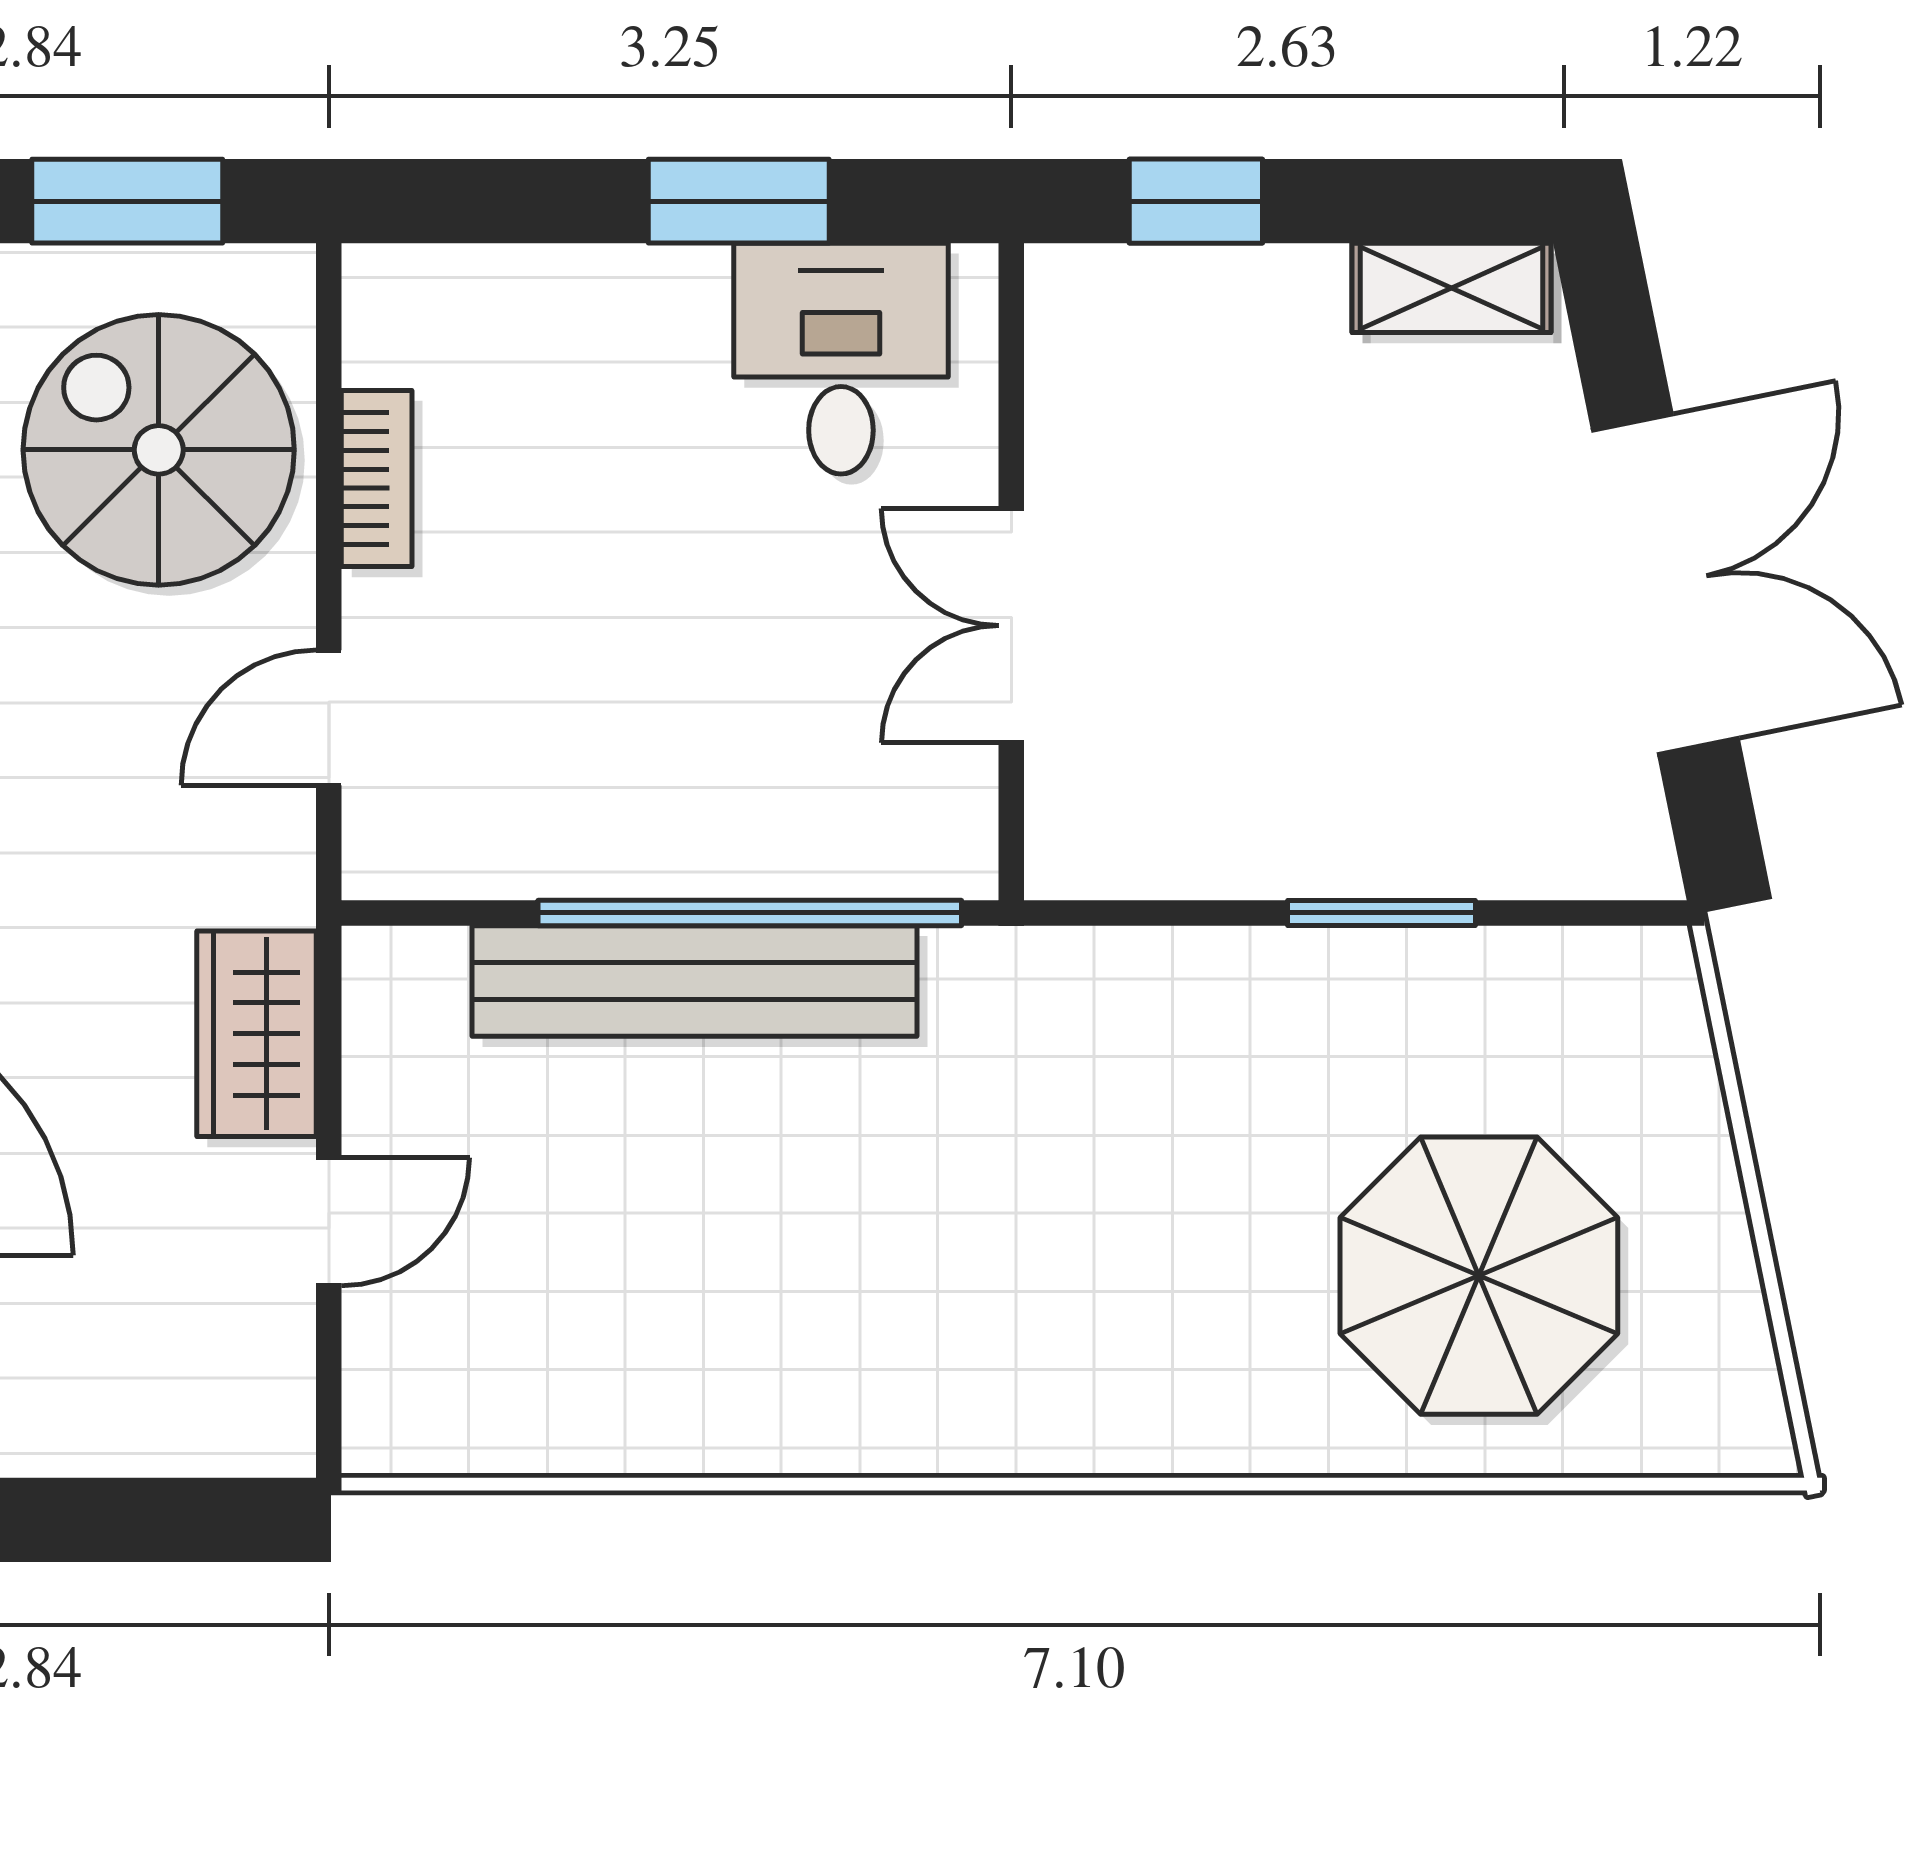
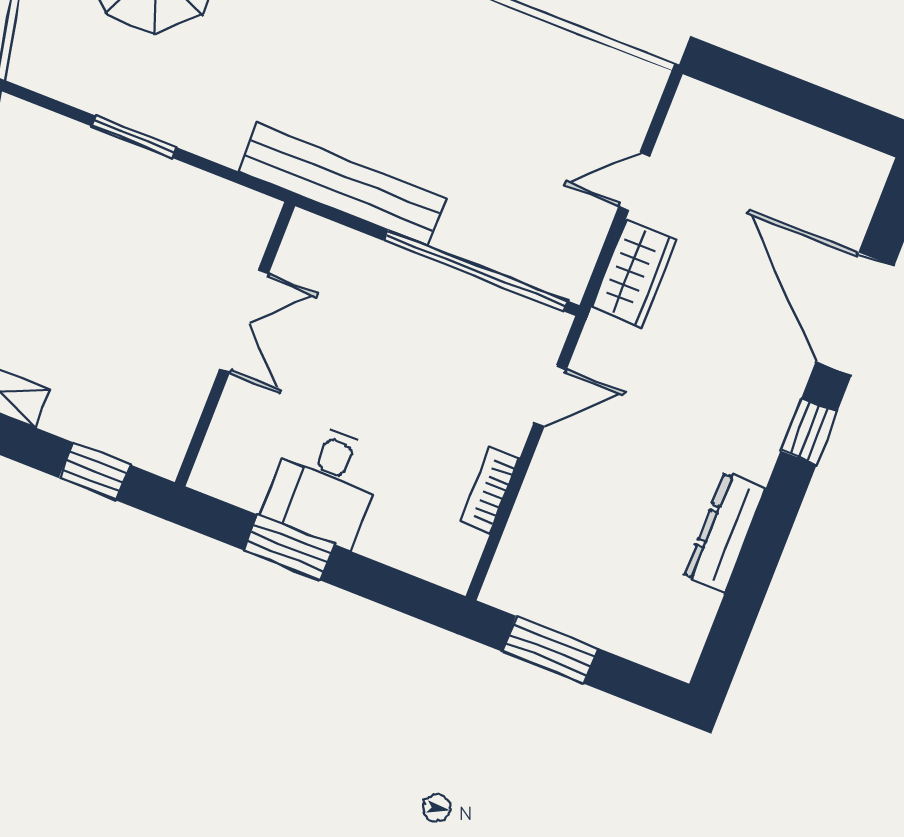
desk: (841, 359) -> (325, 484), moved
spiral stairs: (159, 450) -> (578, 538), removed
window: (750, 913) -> (476, 271), moved
bench: (695, 981) -> (342, 185), moved

